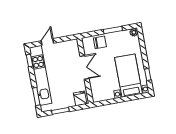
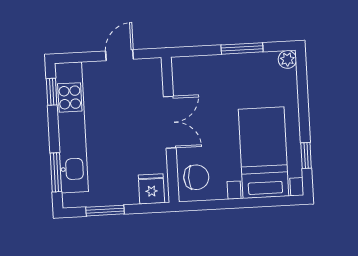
door: (47, 42) -> (120, 55), moved
chair: (100, 42) -> (196, 177), moved

